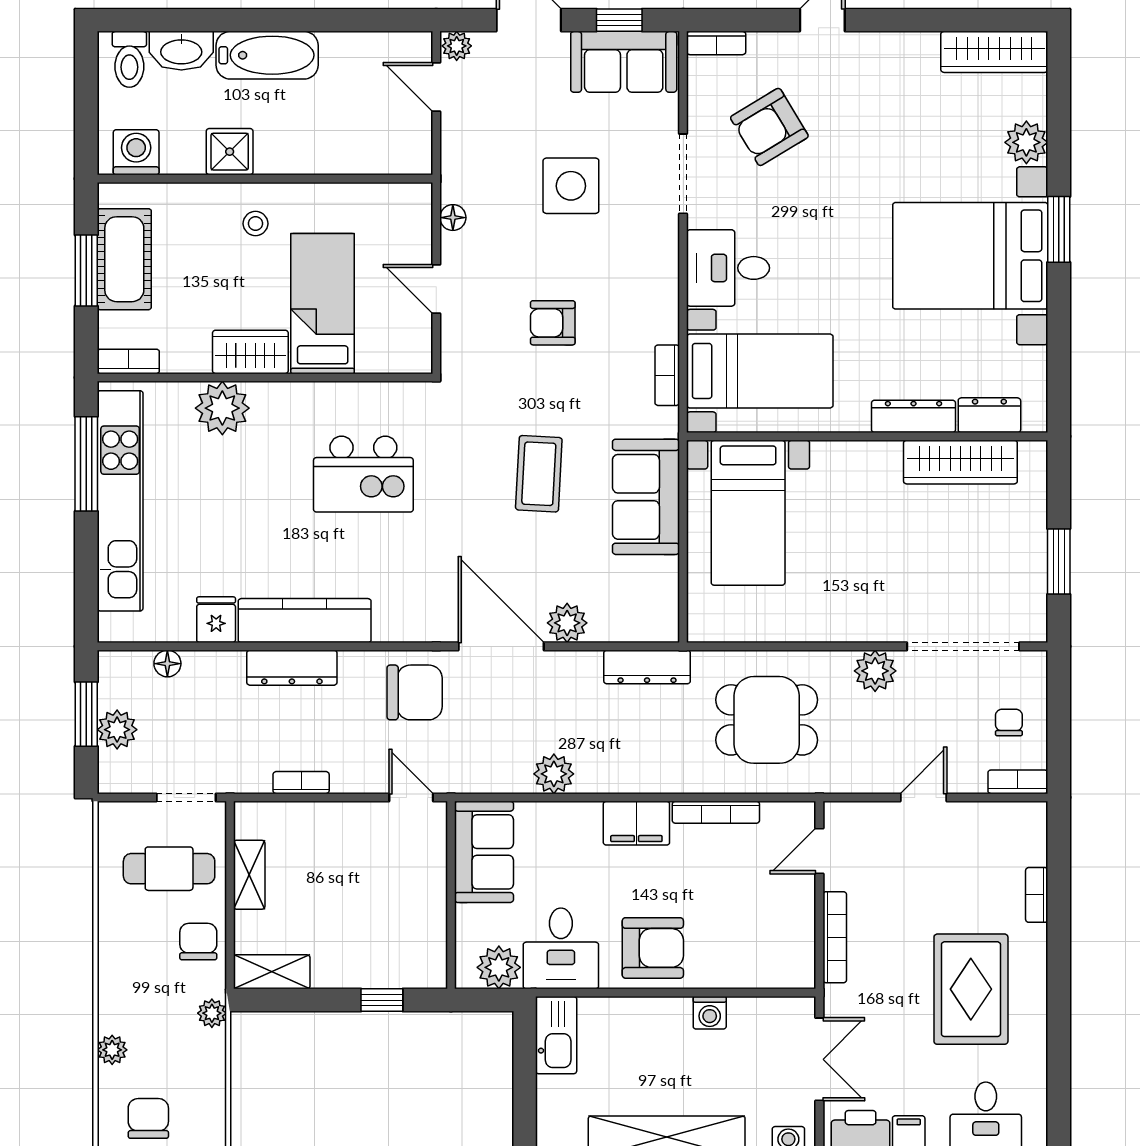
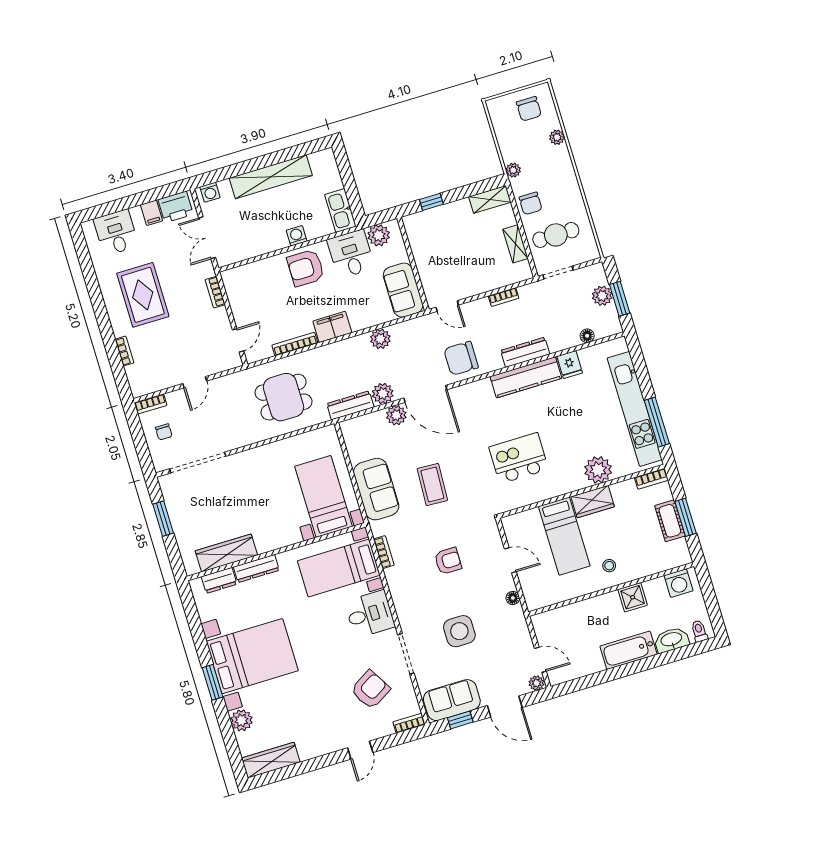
toilet: (129, 59) -> (699, 631), width x0.73, depth x0.72
cot: (124, 259) -> (670, 521), width x0.73, depth x0.75
plant: (875, 671) -> (383, 394), moved
bookcase: (835, 937) -> (215, 292), width x0.64
washing machine: (710, 1013) -> (297, 236), moved

